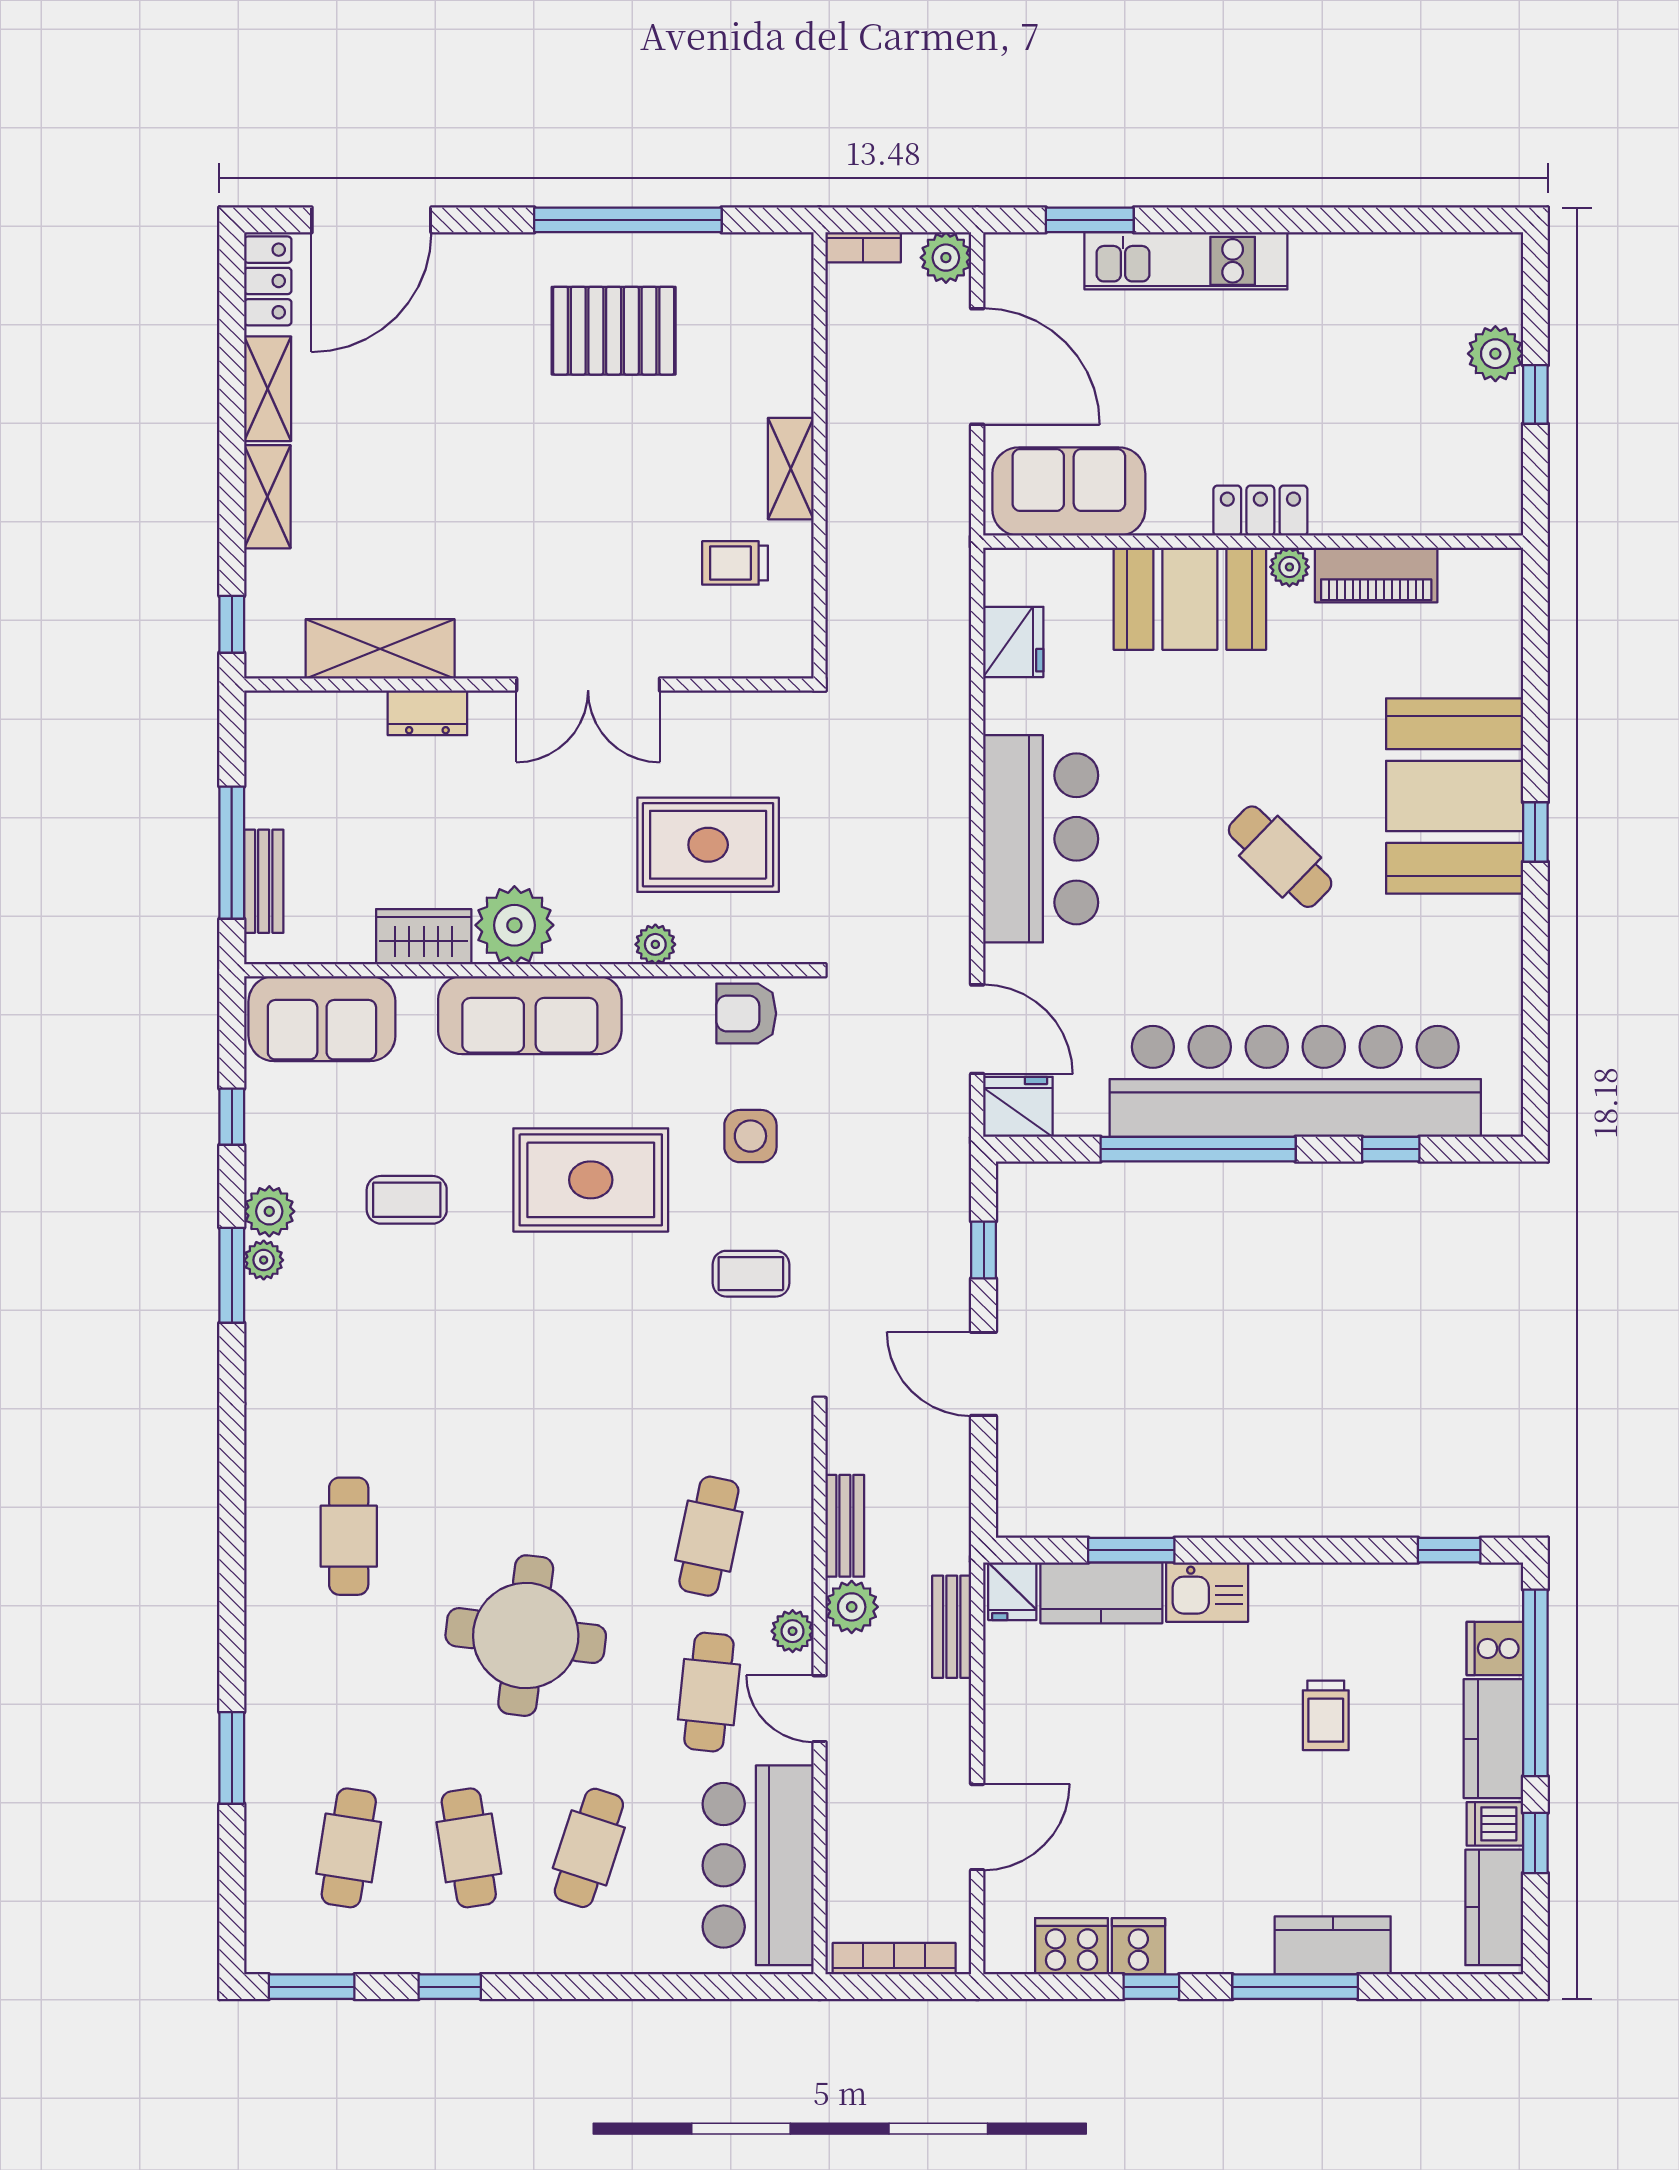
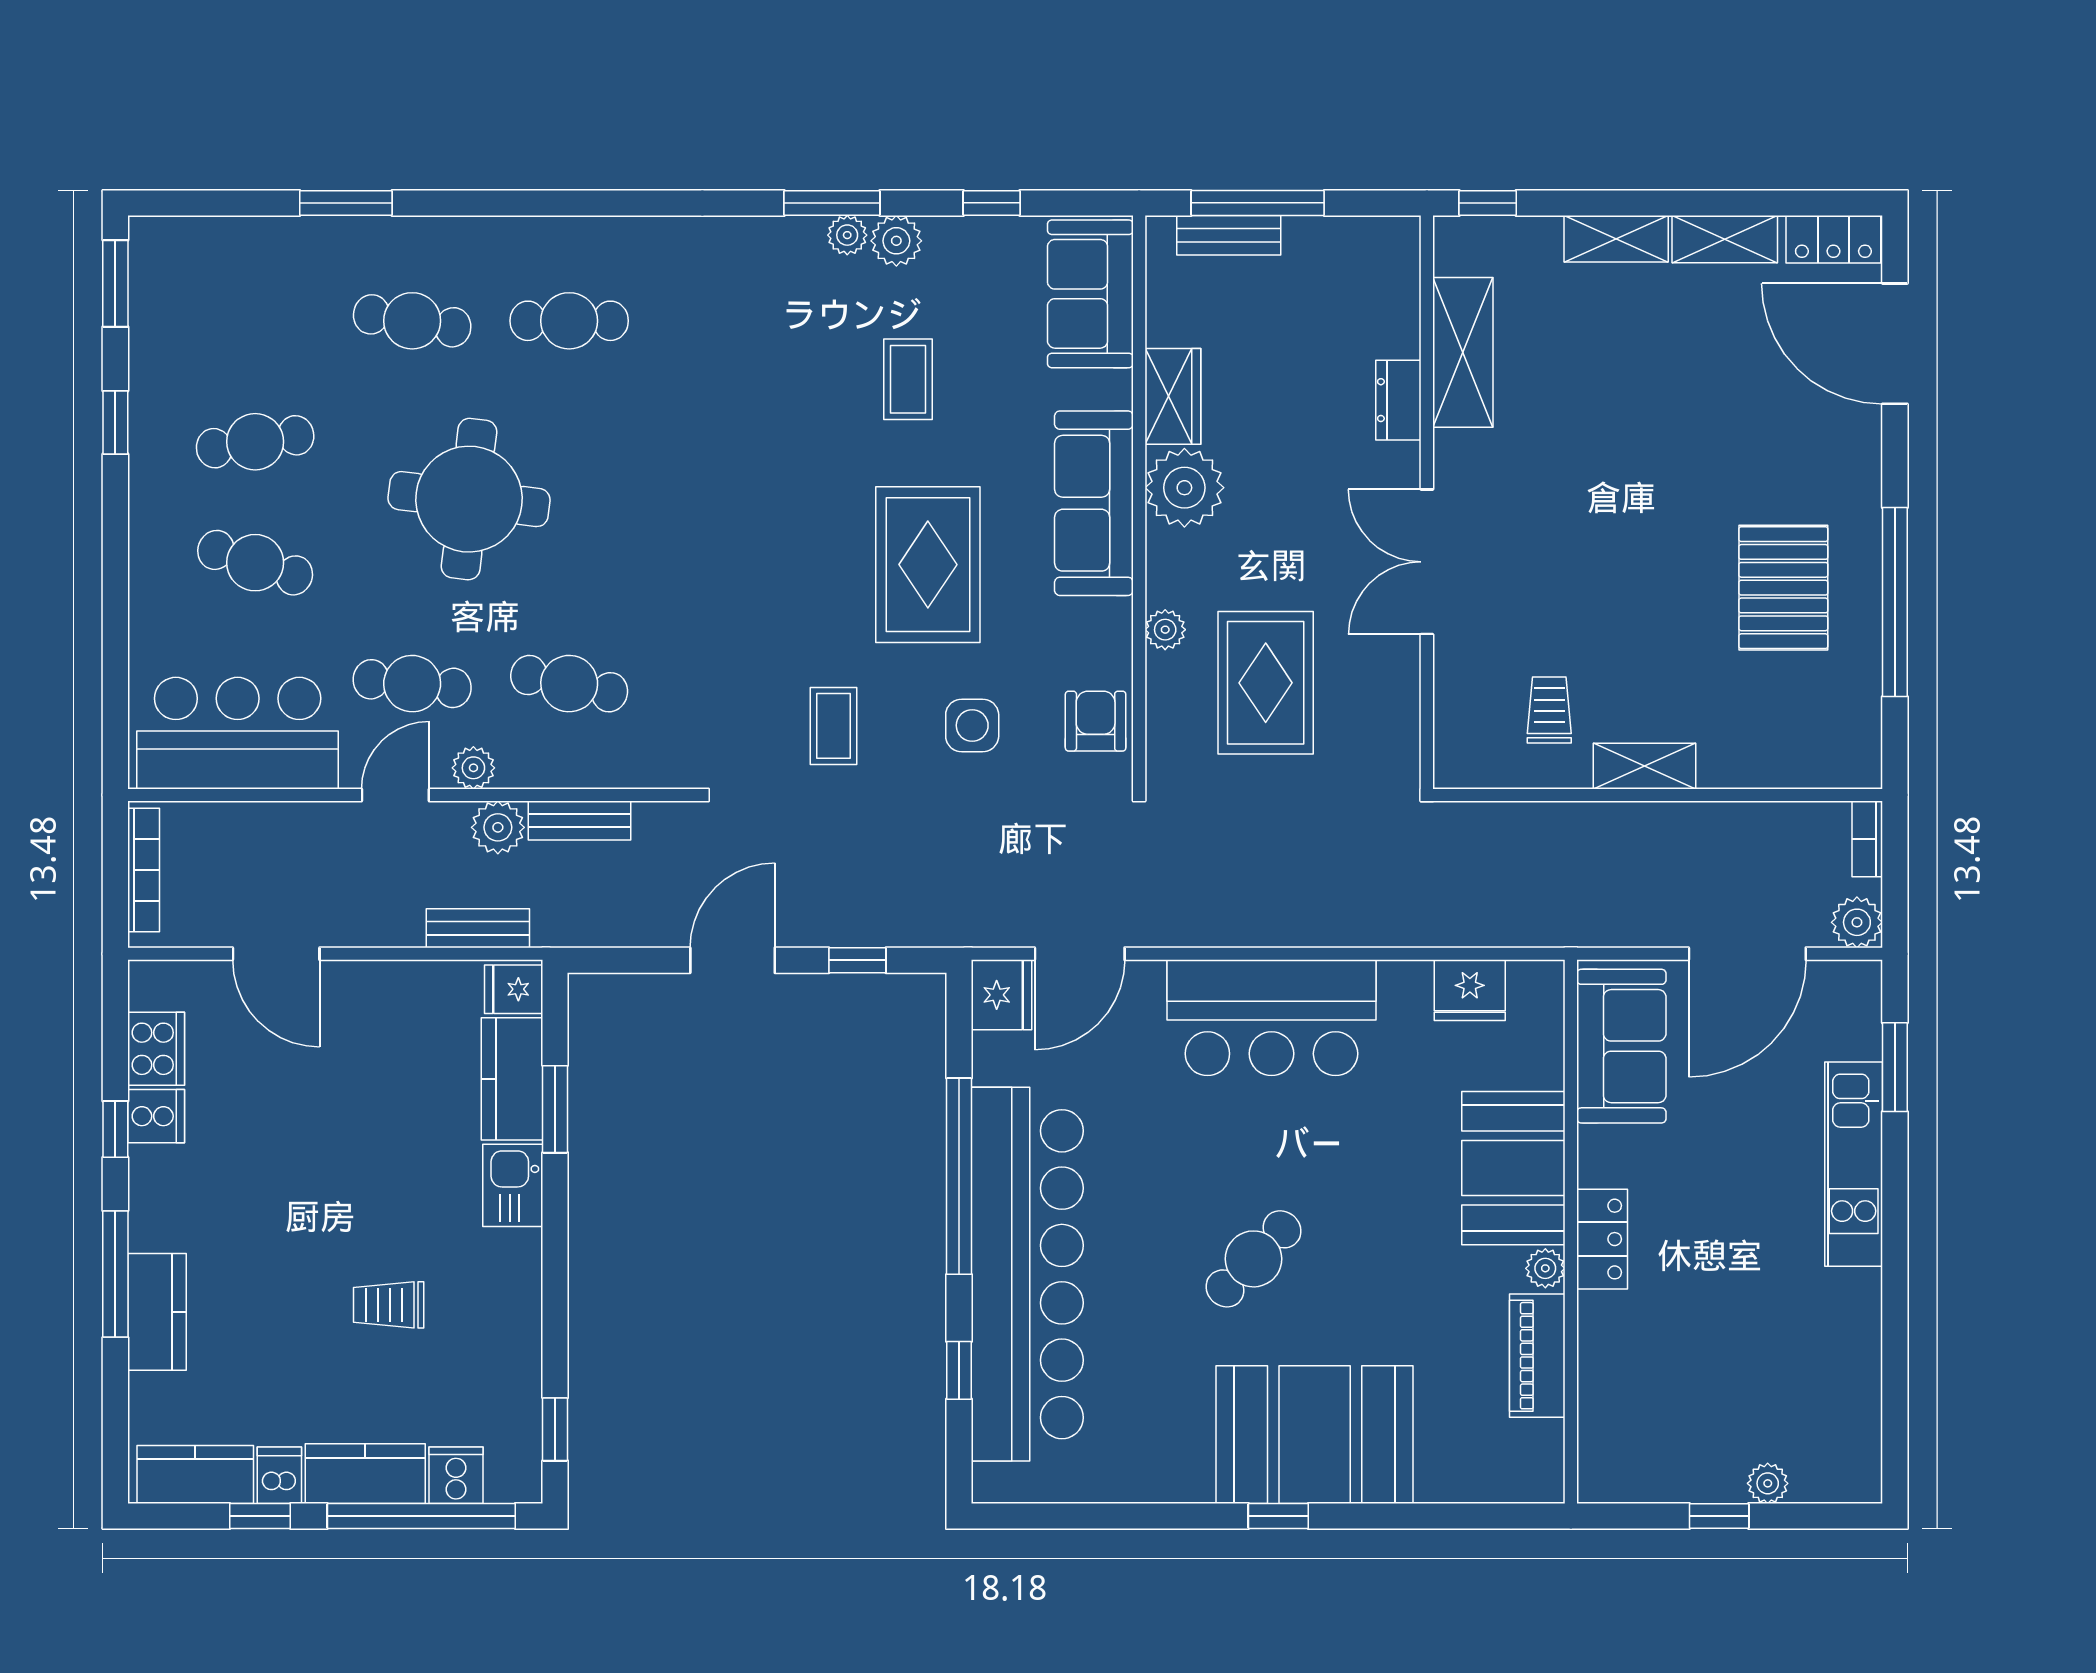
plant: (1495, 354) -> (1768, 1483), width x0.73, depth x0.73
cafe table: (349, 1848) -> (412, 321), moved

